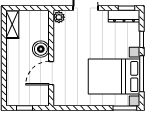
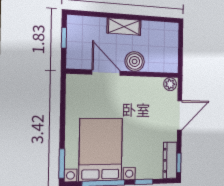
shelving: (12, 24) -> (124, 27), moved

